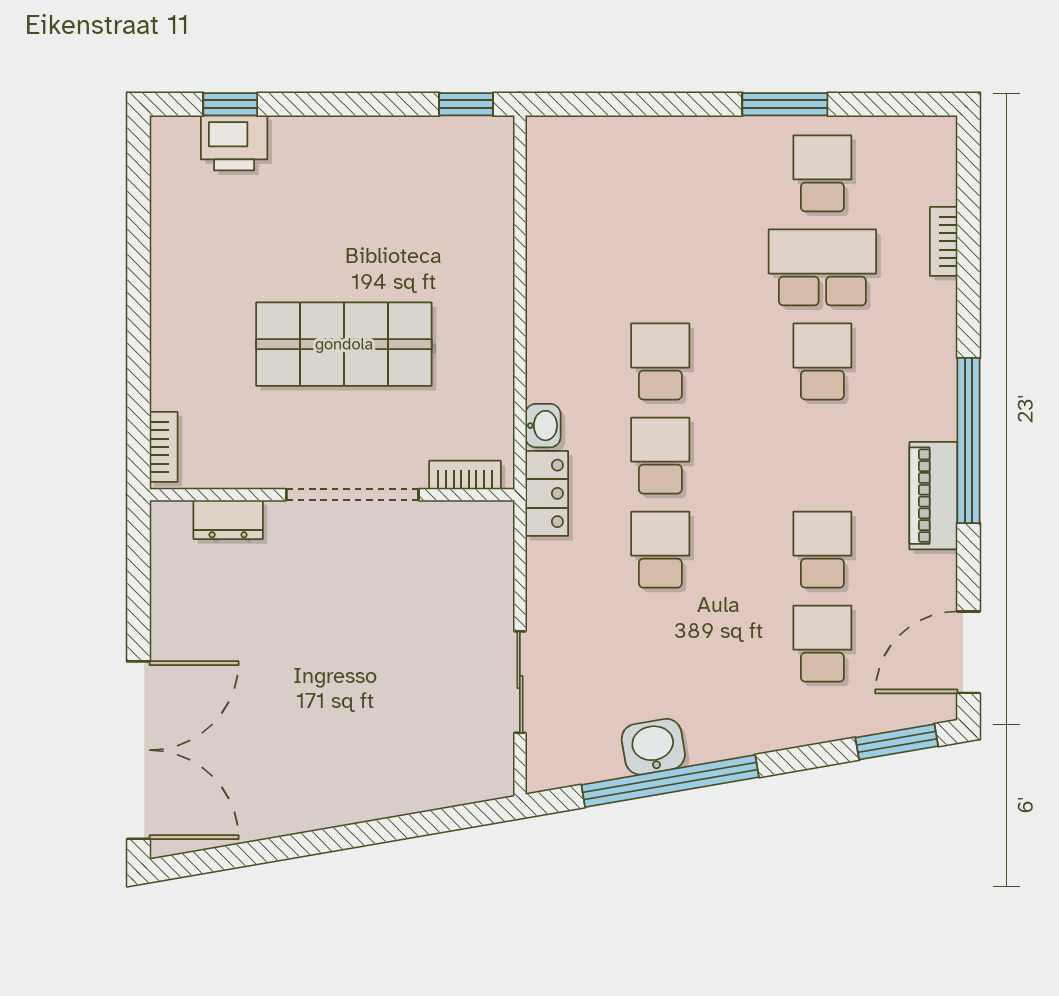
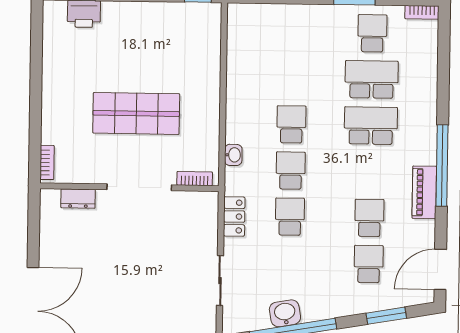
bookcase: (944, 241) -> (422, 12), moved, turned -90
school desk: (822, 361) -> (371, 126), width x1.85
locker: (547, 493) -> (234, 217), moved
window: (897, 742) -> (386, 316), moved

